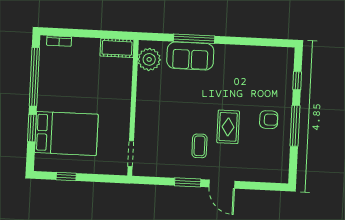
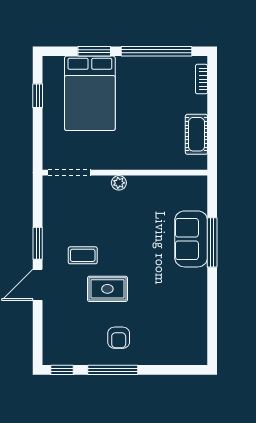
cot: (117, 48) -> (196, 134), moved
plant: (149, 59) -> (119, 183), moved, width x0.53, depth x0.53
window: (297, 81) -> (62, 370), moved
doorway: (131, 154) -> (69, 173), width x1.38

